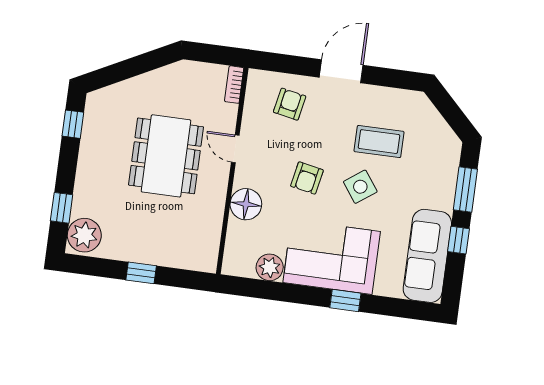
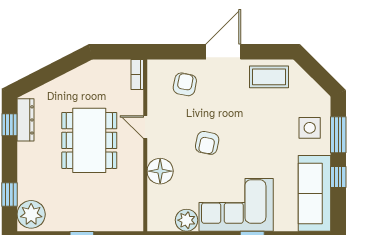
dresser: (93, 121) -> (26, 120), added
coffee table: (379, 142) -> (269, 77), moved
side table: (360, 187) -> (310, 128), moved, turned 36

